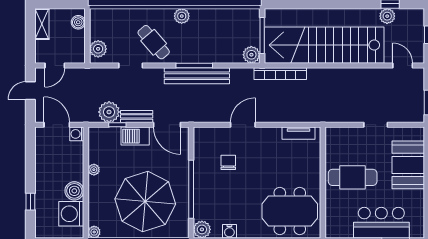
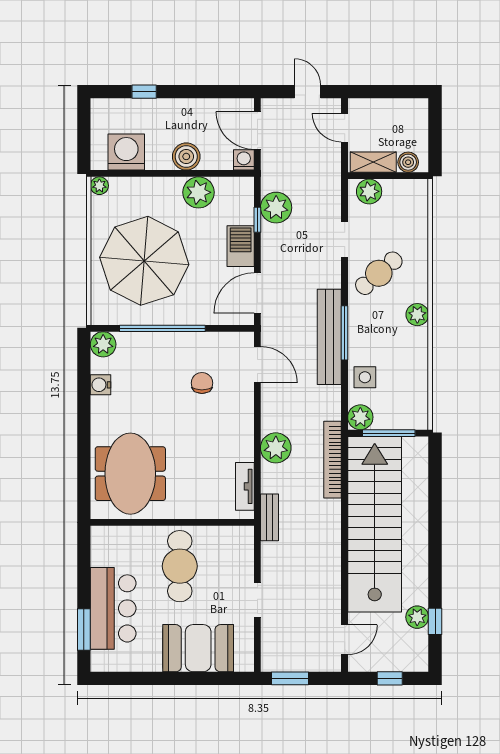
shelving: (42, 24) -> (373, 162), moved
side table: (224, 52) -> (365, 377), added
plant: (272, 112) -> (276, 448), added
bench: (137, 116) -> (270, 517), moved
door: (57, 125) -> (257, 131), swing flipped
door: (243, 125) -> (257, 365), moved
chair: (228, 162) -> (202, 383), turned -90
plant: (94, 170) -> (198, 192), width x1.87, depth x1.87
boiler: (74, 191) -> (186, 156), moved

